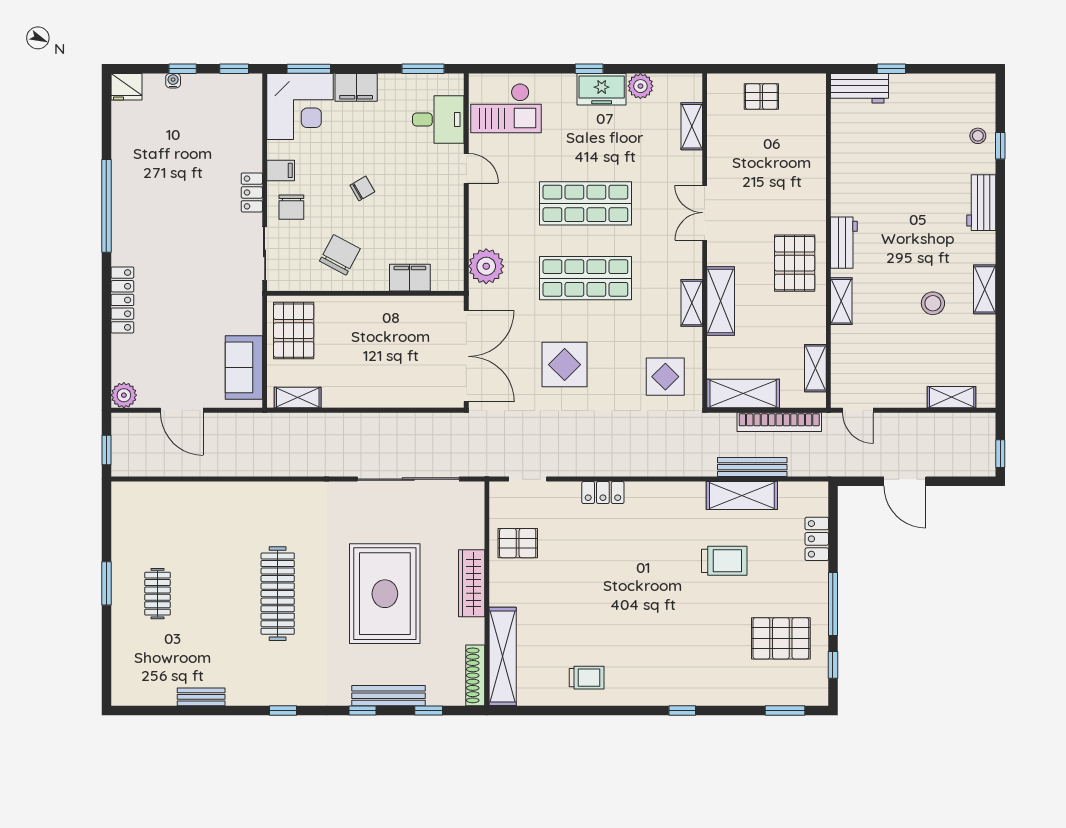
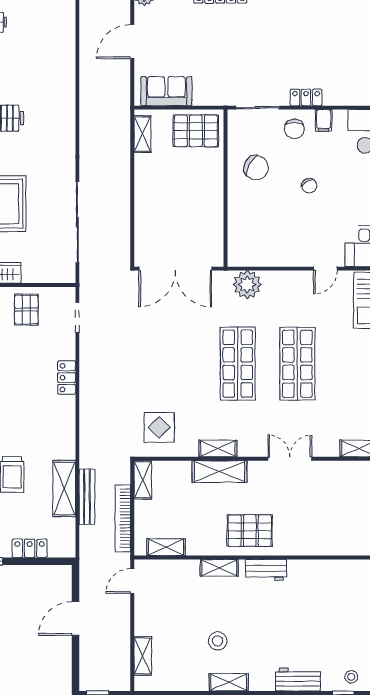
chair: (291, 207) -> (294, 129), turned -90
filing cabinet: (410, 278) -> (238, 224), removed
display table: (565, 365) -> (169, 347), removed
shelving: (743, 394) -> (143, 480), width x0.67, depth x0.75

